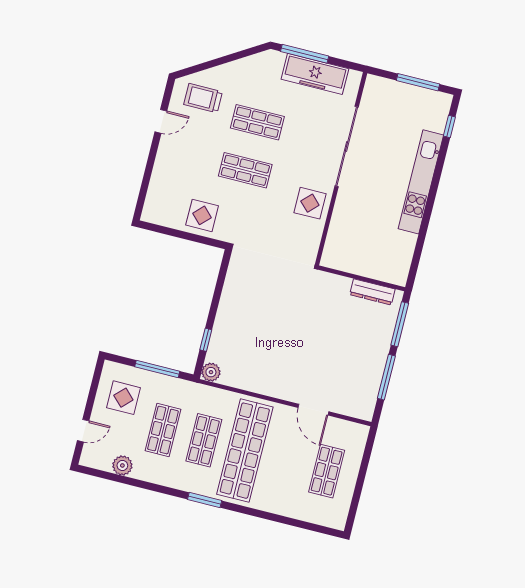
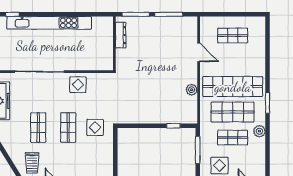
kitchen unit: (421, 182) -> (49, 23), width x1.36
display table: (202, 215) -> (95, 127), moved
plant: (211, 372) -> (192, 90), moved
door: (313, 410) -> (199, 52), hinge flipped
shop shelf: (204, 440) -> (233, 112), width x1.43, depth x1.36
plant: (122, 465) -> (259, 131), moved

